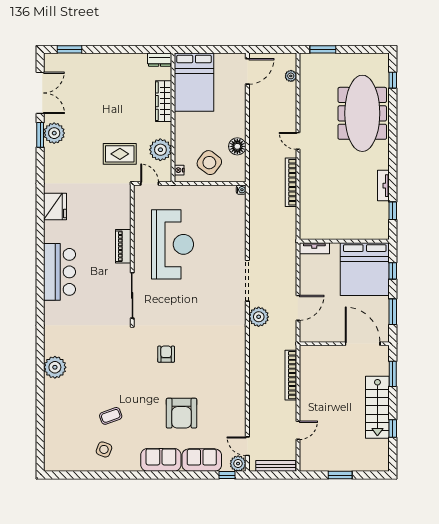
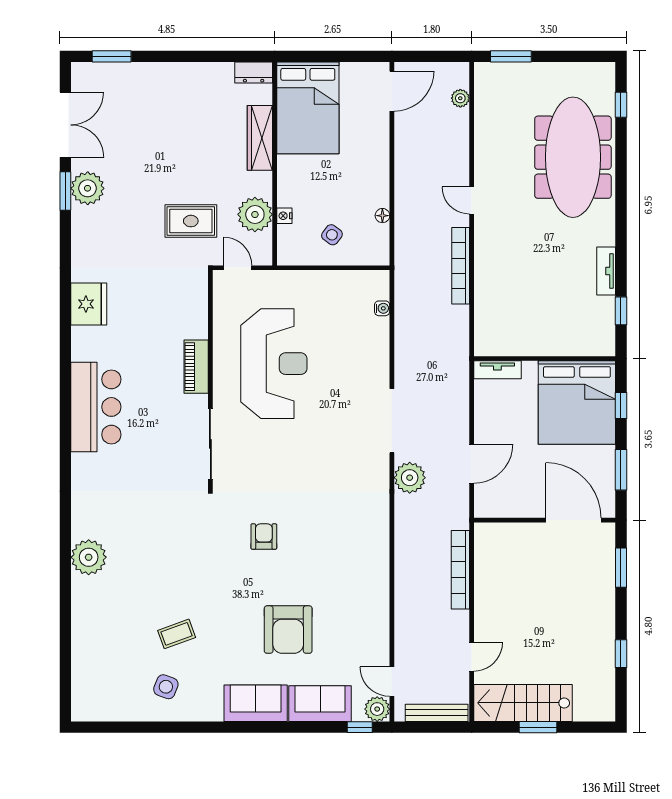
floor lamp: (237, 146) -> (382, 216), width x0.53, depth x0.53
side table: (209, 163) -> (332, 235), width x0.54, depth x0.54
nightstand: (179, 170) -> (284, 216), moved
water cooler: (241, 190) -> (382, 308), moved
stairs: (377, 407) -> (523, 703), moved, turned 90

